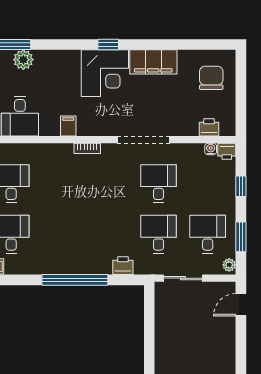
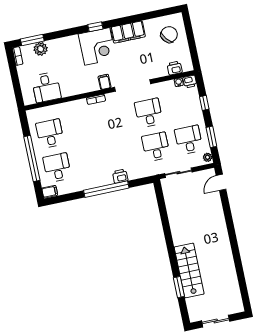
chair: (211, 78) -> (169, 35), turned 51
filing cabinet: (68, 126) -> (105, 82), moved
printer: (123, 266) -> (120, 176), moved

